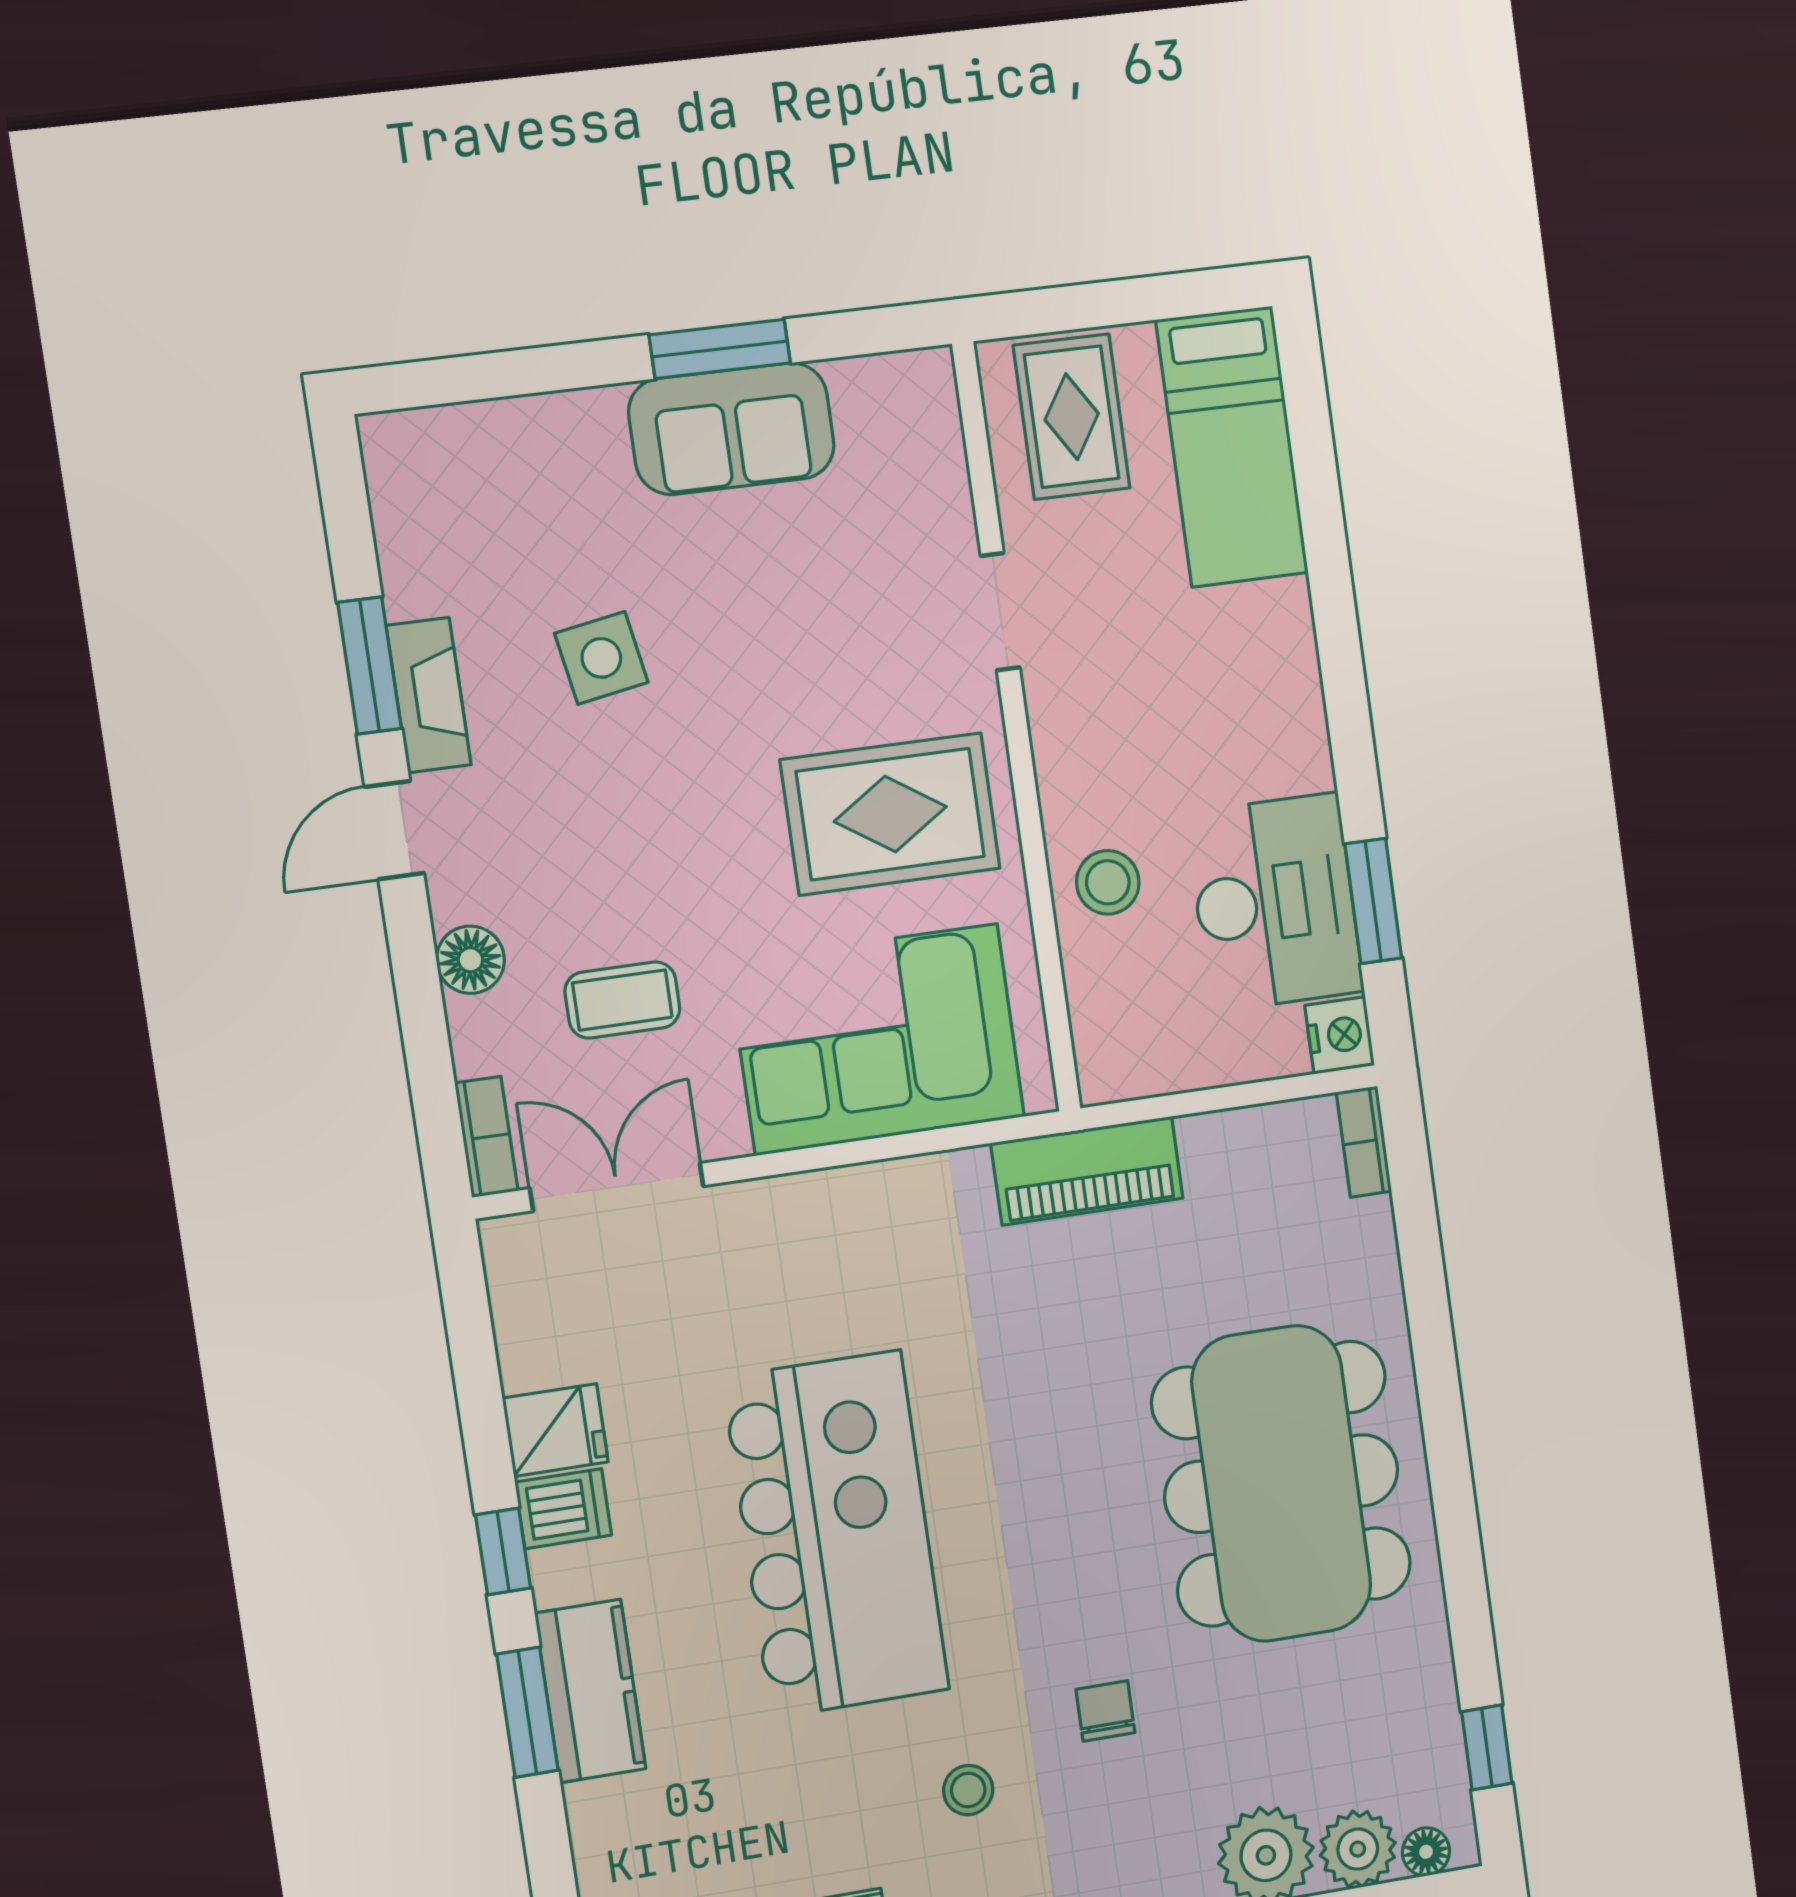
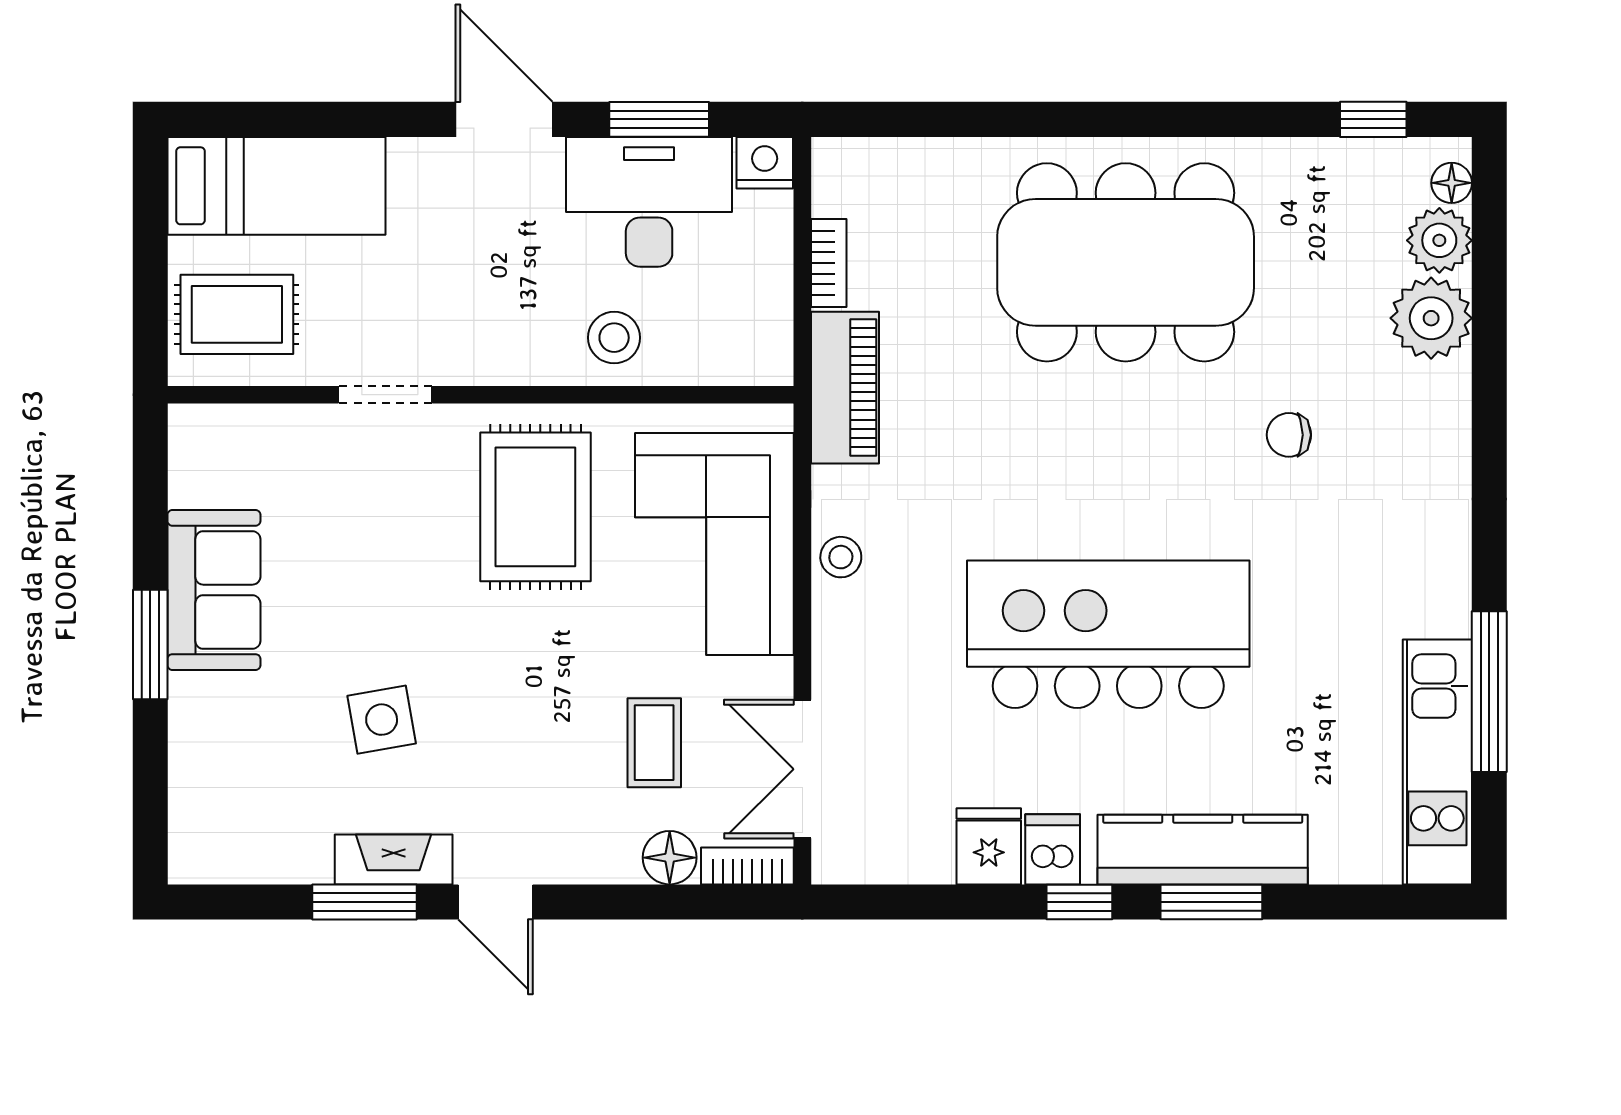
window: (720, 349) -> (150, 645), moved
door: (1348, 714) -> (504, 119), added
floor lamp: (470, 960) -> (670, 858), moved
bookcase: (1364, 1142) -> (829, 263), moved, turned -90
kitchen counter: (590, 1691) -> (1203, 850), width x1.50
stool: (968, 1790) -> (841, 557), moved

